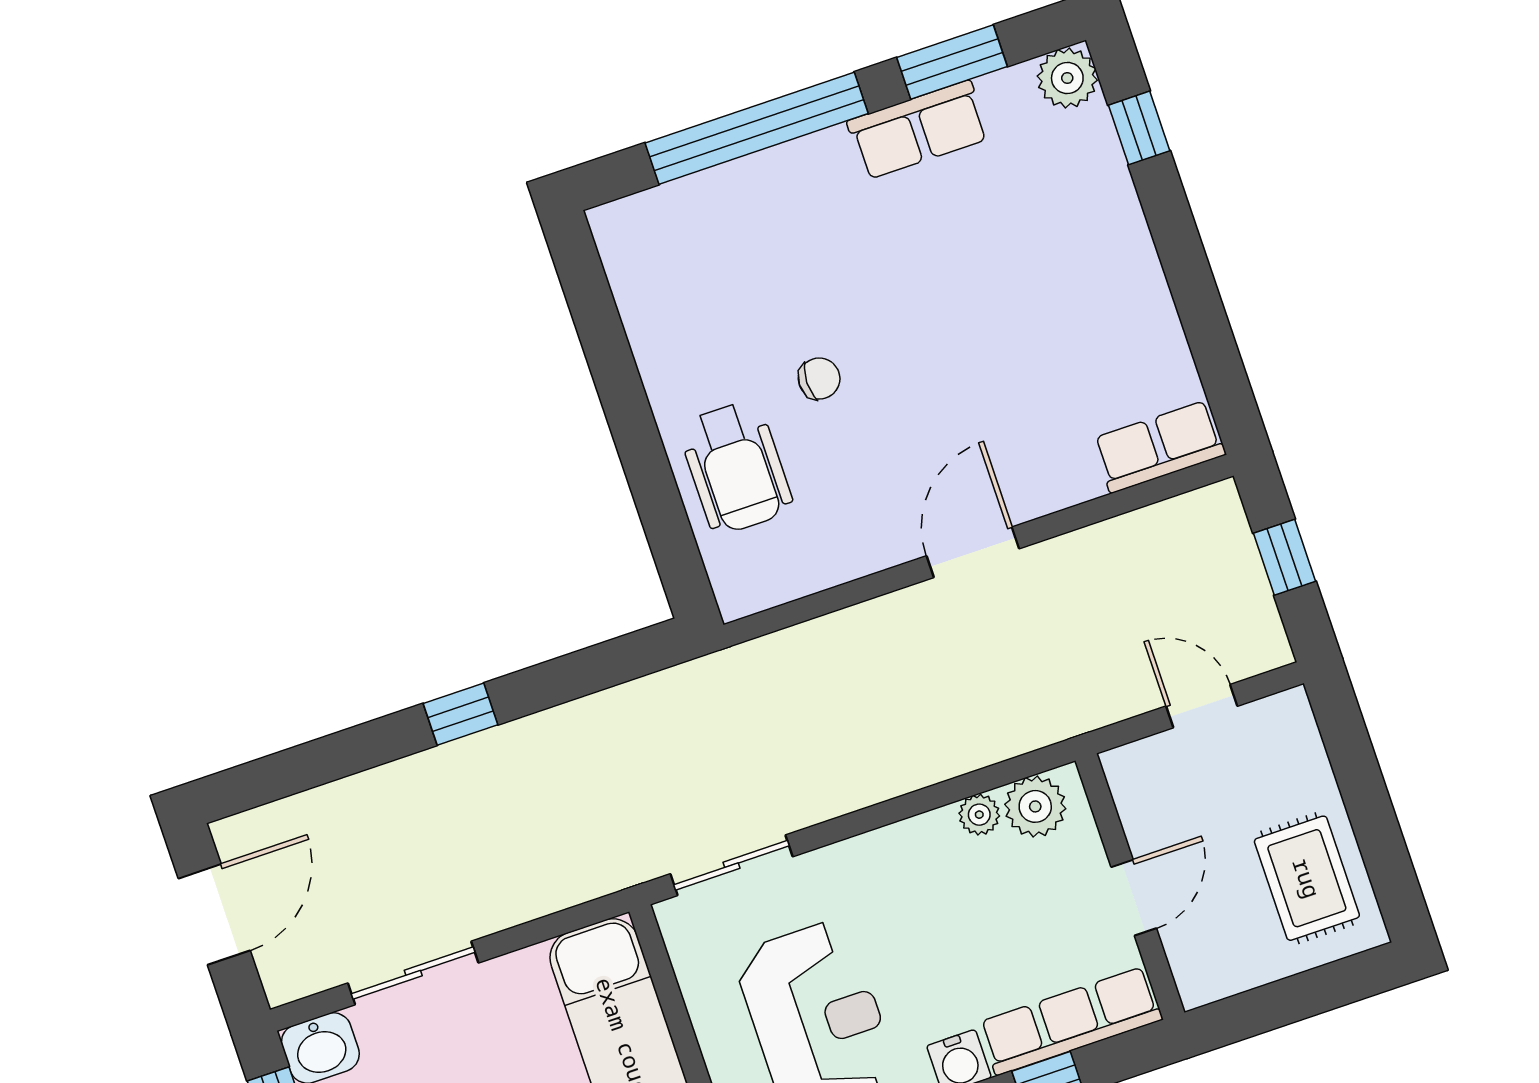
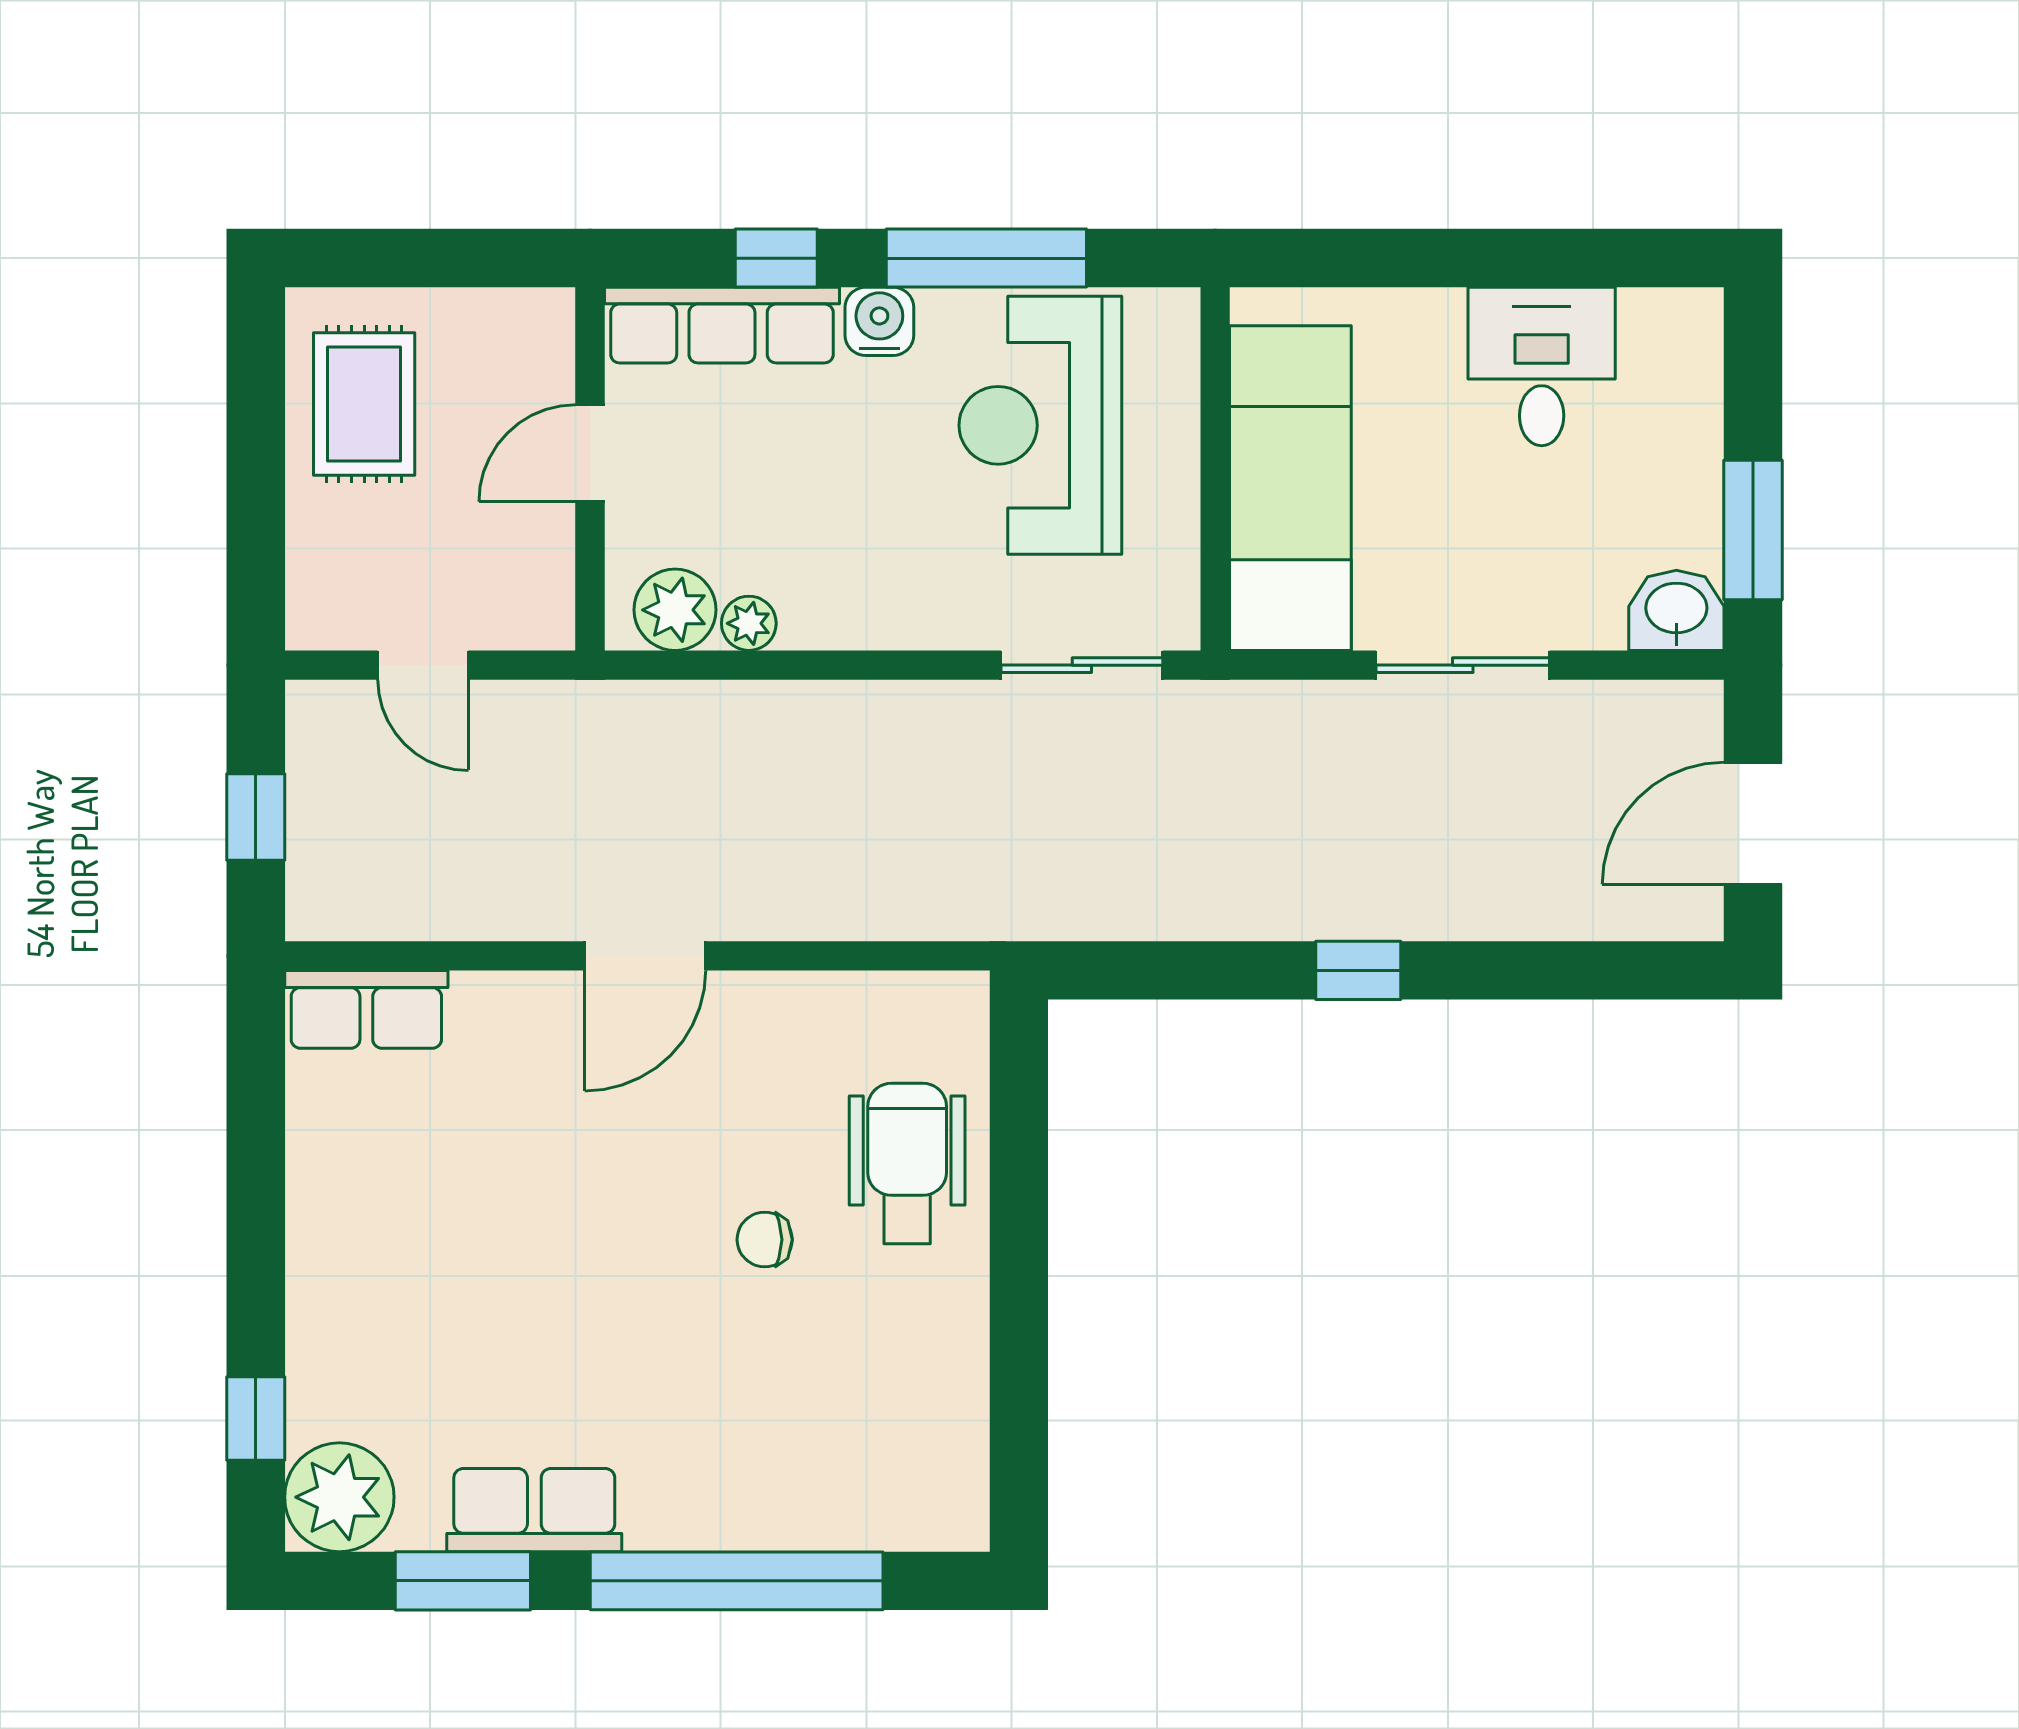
plant: (1067, 78) -> (339, 1497), width x1.36, depth x1.36
sliding door: (413, 973) -> (1463, 665), moved

